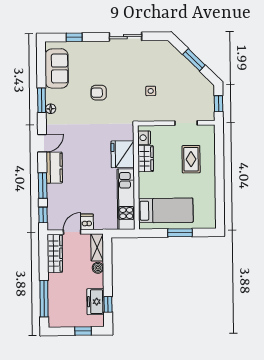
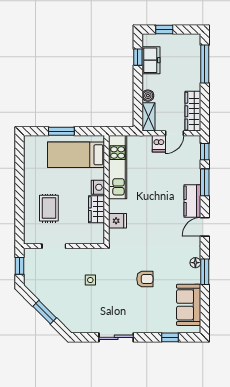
nightstand: (144, 138) -> (98, 187), moved
fridge: (123, 154) -> (118, 221), width x0.53, depth x0.75

